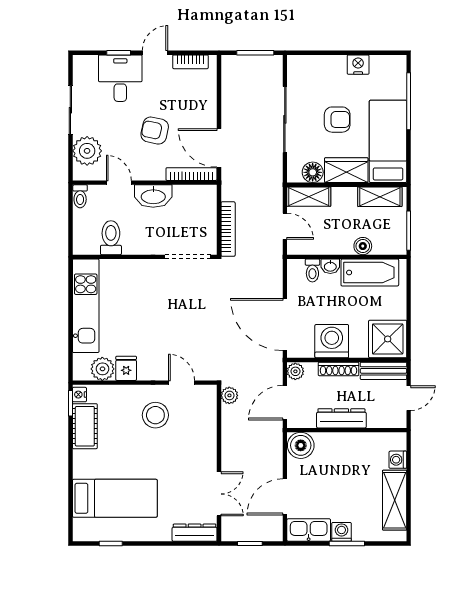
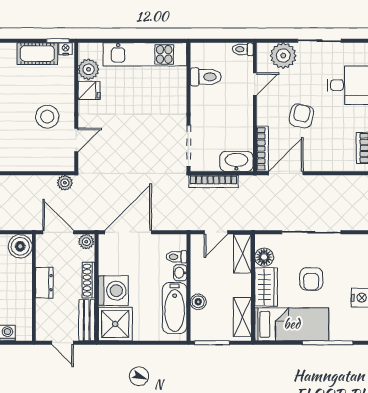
washbasin: (153, 196) -> (236, 161), moved, turned 90
washing machine: (332, 341) -> (113, 291), moved
dresser: (341, 418) -> (44, 283), width x0.70

